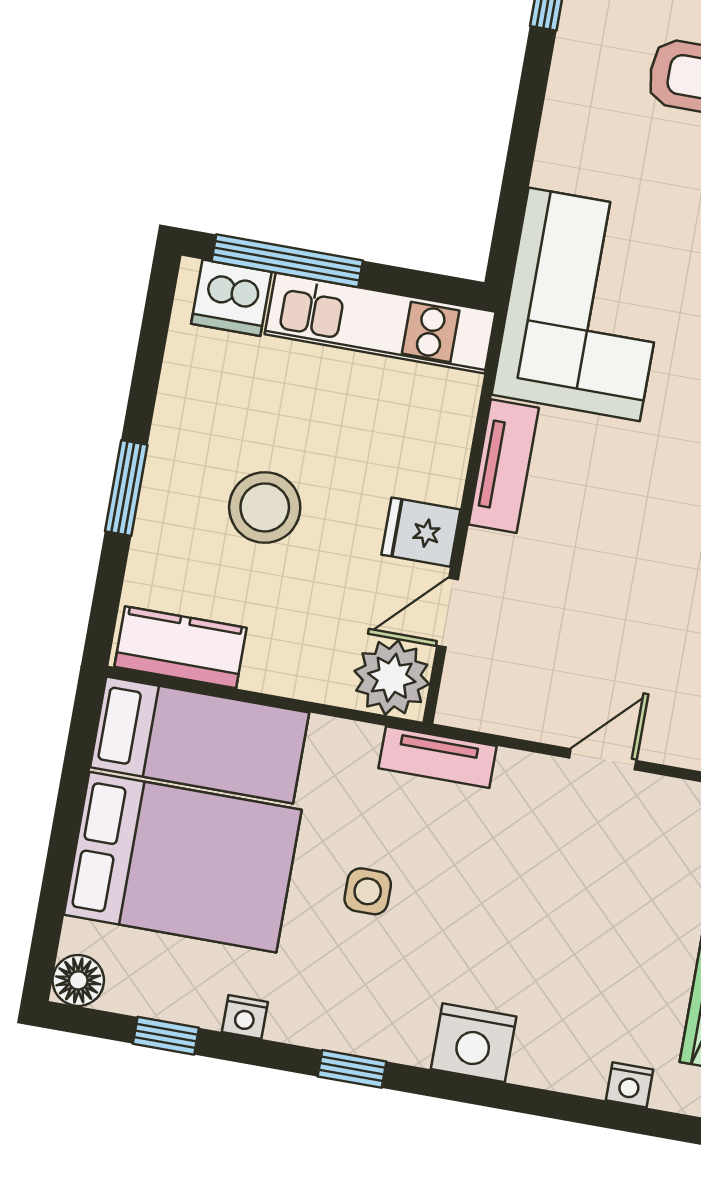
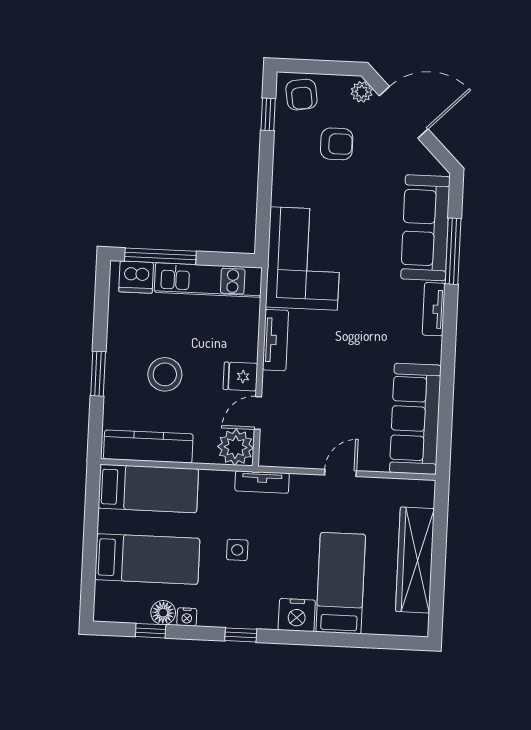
kitchen counter: (181, 647) -> (148, 446), width x1.50
bed: (183, 862) -> (147, 559), width x0.67
floor lamp: (78, 980) -> (163, 613), moved
bed: (573, 988) -> (341, 583), added
nightstand: (629, 1085) -> (373, 625), removed

